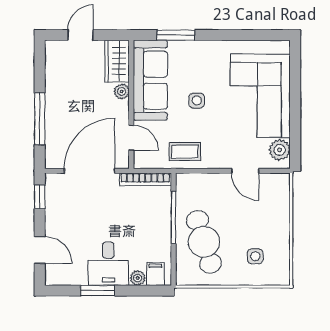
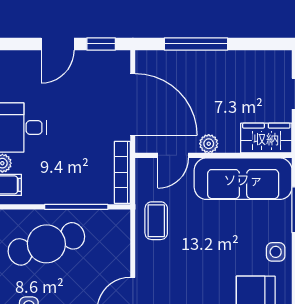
plant: (122, 91) -> (209, 144), moved
side table: (197, 101) -> (276, 252), moved
door: (40, 250) -> (58, 44), moved

